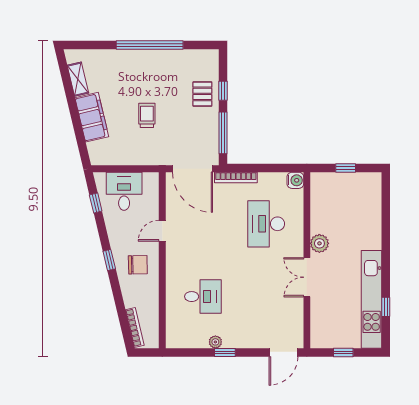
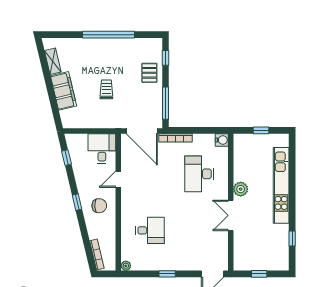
window: (223, 91) -> (165, 58), moved
desk: (124, 191) -> (102, 149), moved
kitchen unit: (372, 299) -> (281, 185), moved
plant: (215, 342) -> (126, 266), moved

